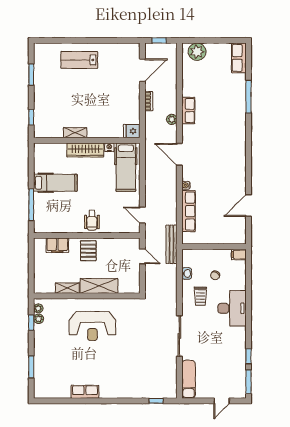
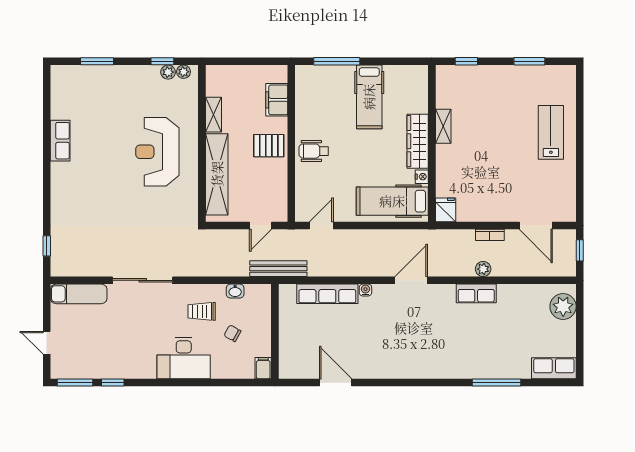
plant: (172, 119) -> (483, 269), moved
shelving: (99, 286) -> (217, 174), width x1.47

